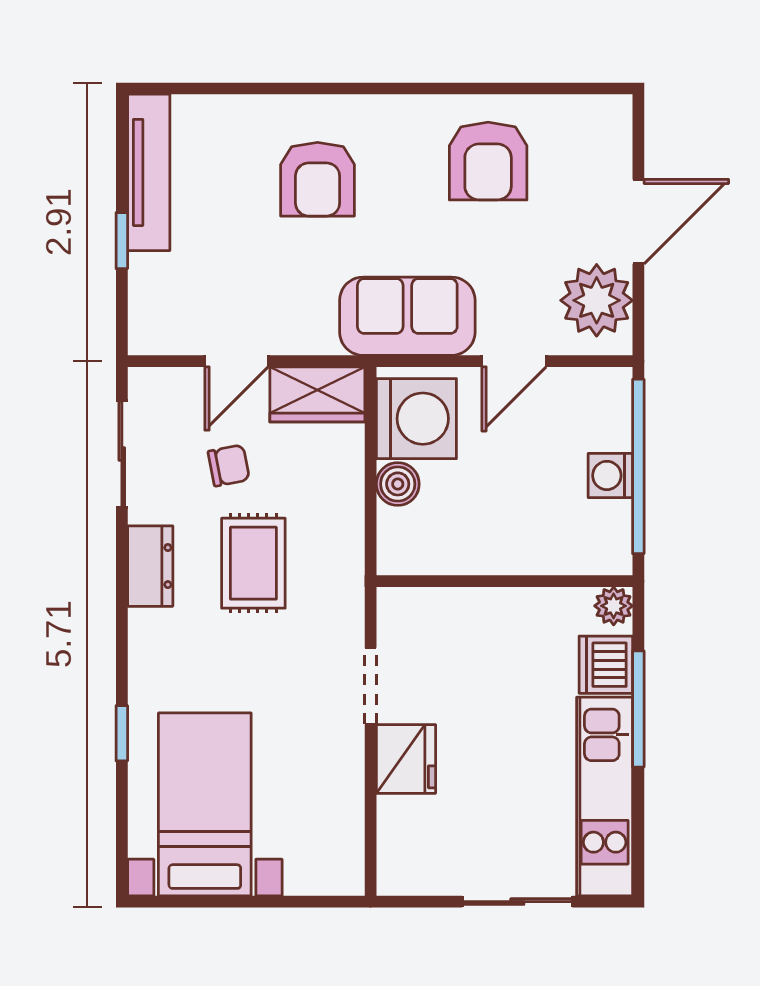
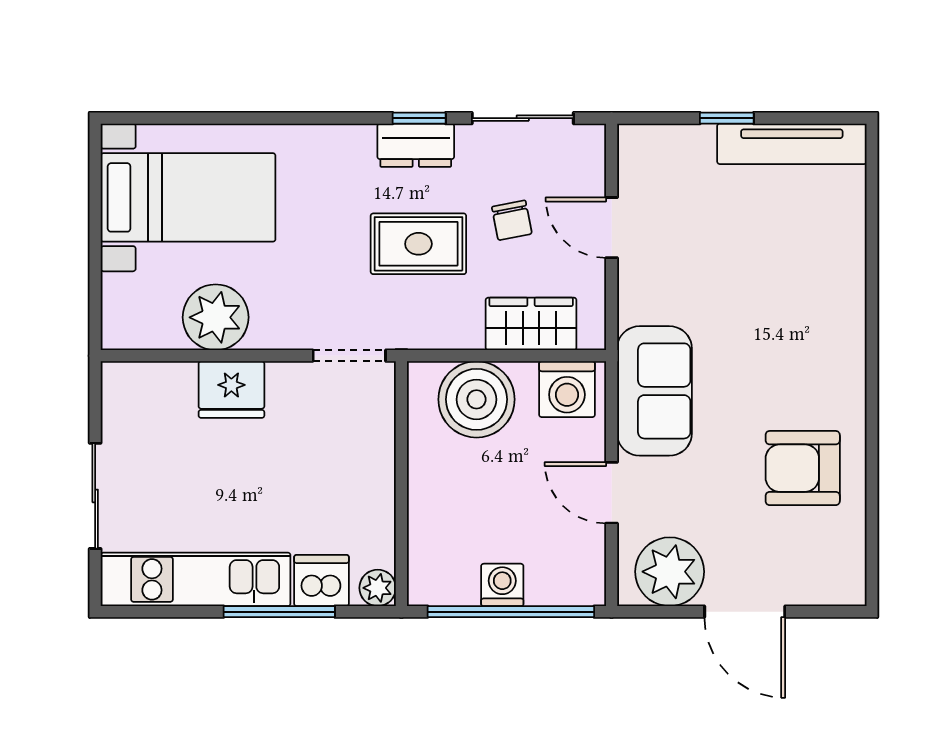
armchair: (318, 179) -> (785, 305), removed
wardrobe: (317, 394) -> (531, 324), moved, turned 90
washing machine: (416, 419) -> (567, 389), width x0.73, depth x0.73
boiler: (398, 484) -> (476, 399), width x1.86, depth x1.86
doorway: (371, 686) -> (349, 356), moved
window: (122, 733) -> (419, 118), moved
plant: (330, 776) -> (216, 317), added

